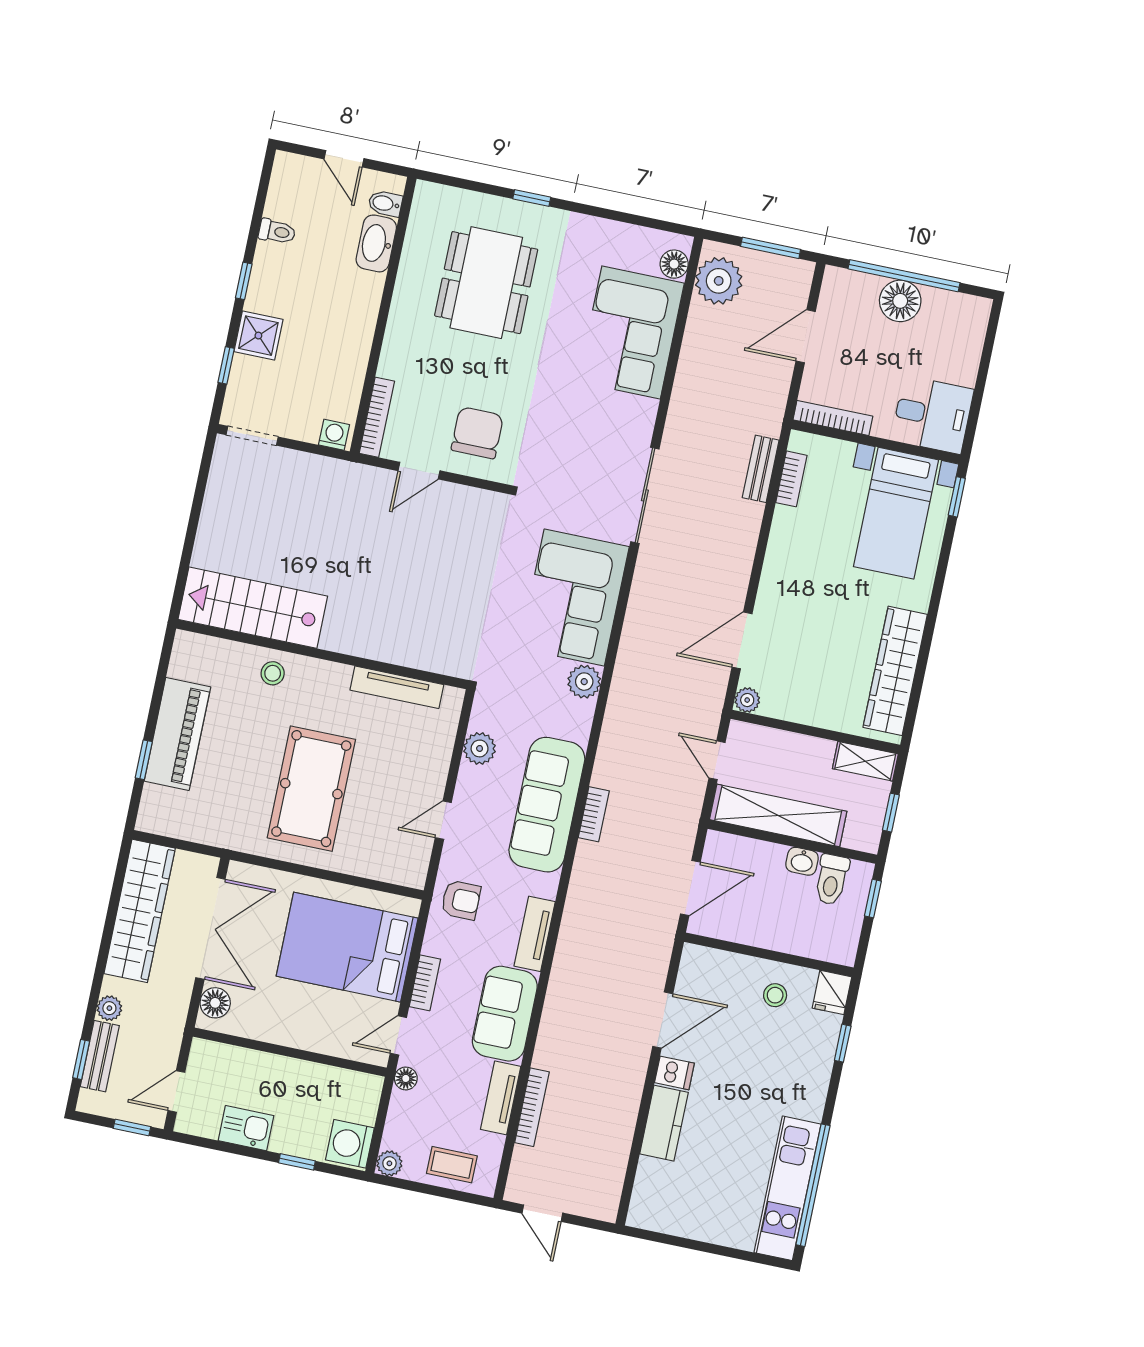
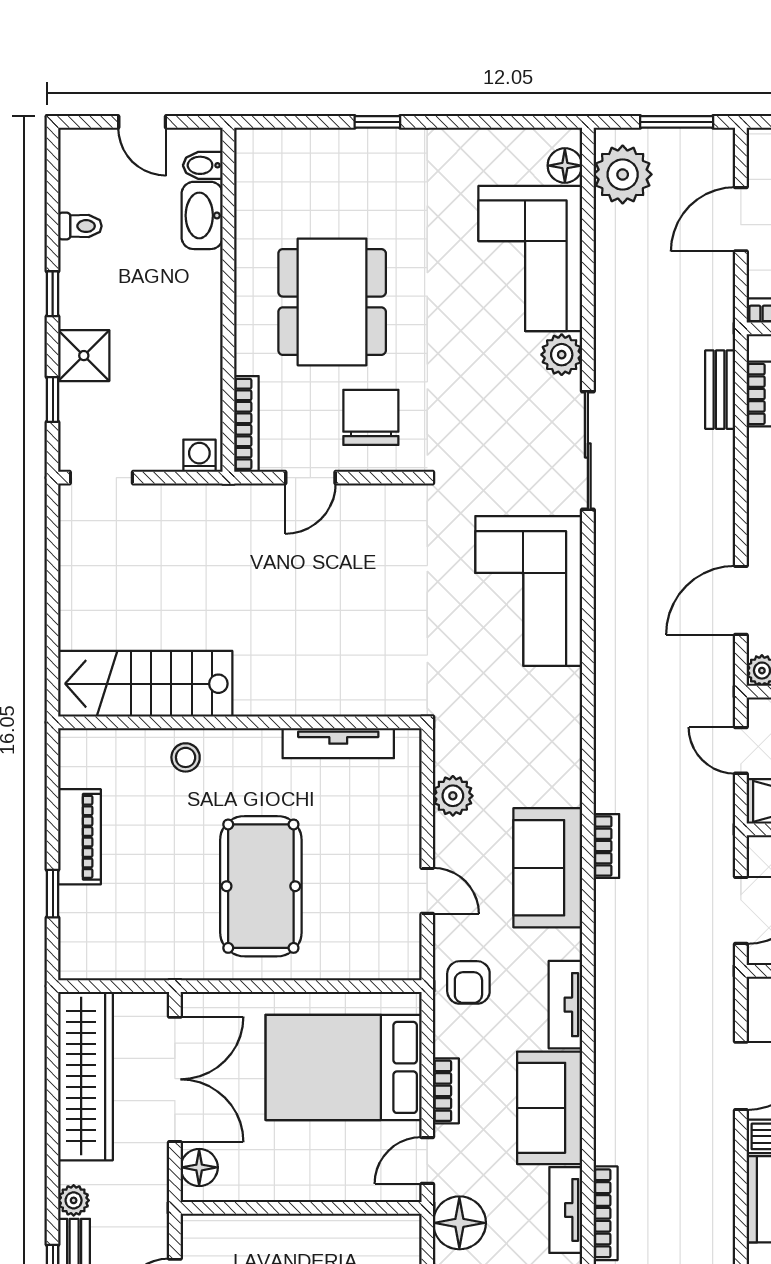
dining table: (486, 283) -> (332, 302), moved
plant: (584, 682) -> (562, 355), moved
piano: (177, 734) -> (80, 837), width x0.73, depth x0.75
sofa: (547, 805) -> (548, 868), width x0.73
door: (443, 820) -> (427, 891), swing flipped
armchair: (461, 900) -> (468, 982), turned 90
floor lamp: (406, 1078) -> (459, 1223), width x1.89, depth x1.89

